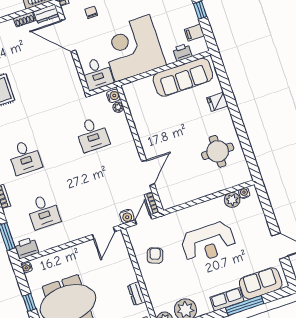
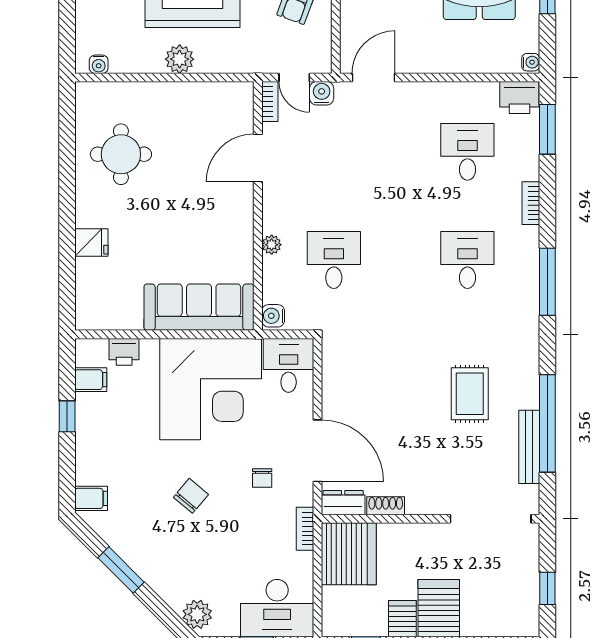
sofa: (183, 77) -> (199, 307), moved
plant: (118, 107) -> (272, 245), moved
plant: (232, 200) -> (180, 59), moved
door: (143, 220) -> (294, 77), hinge flipped

